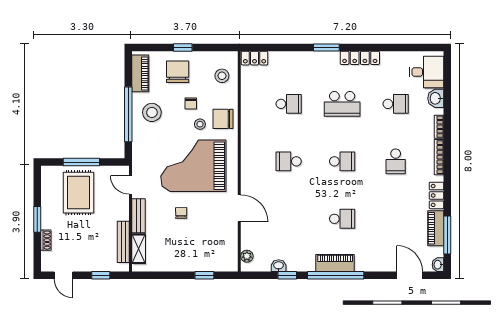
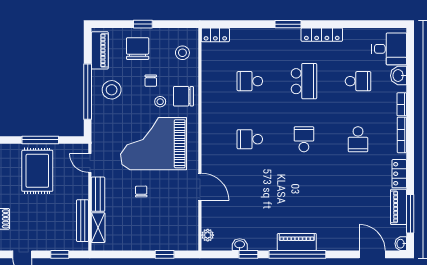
school desk: (289, 104) -> (250, 81), turned 180
school desk: (342, 104) -> (304, 81), turned -90
school desk: (342, 161) -> (304, 139), turned -90
school desk: (342, 219) -> (304, 197), removed

